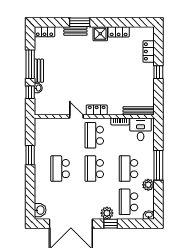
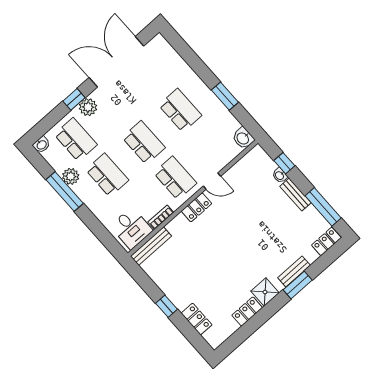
window: (30, 64) -> (323, 207), moved
window: (158, 165) -> (65, 192), moved
washbasin: (40, 210) -> (243, 138), moved

